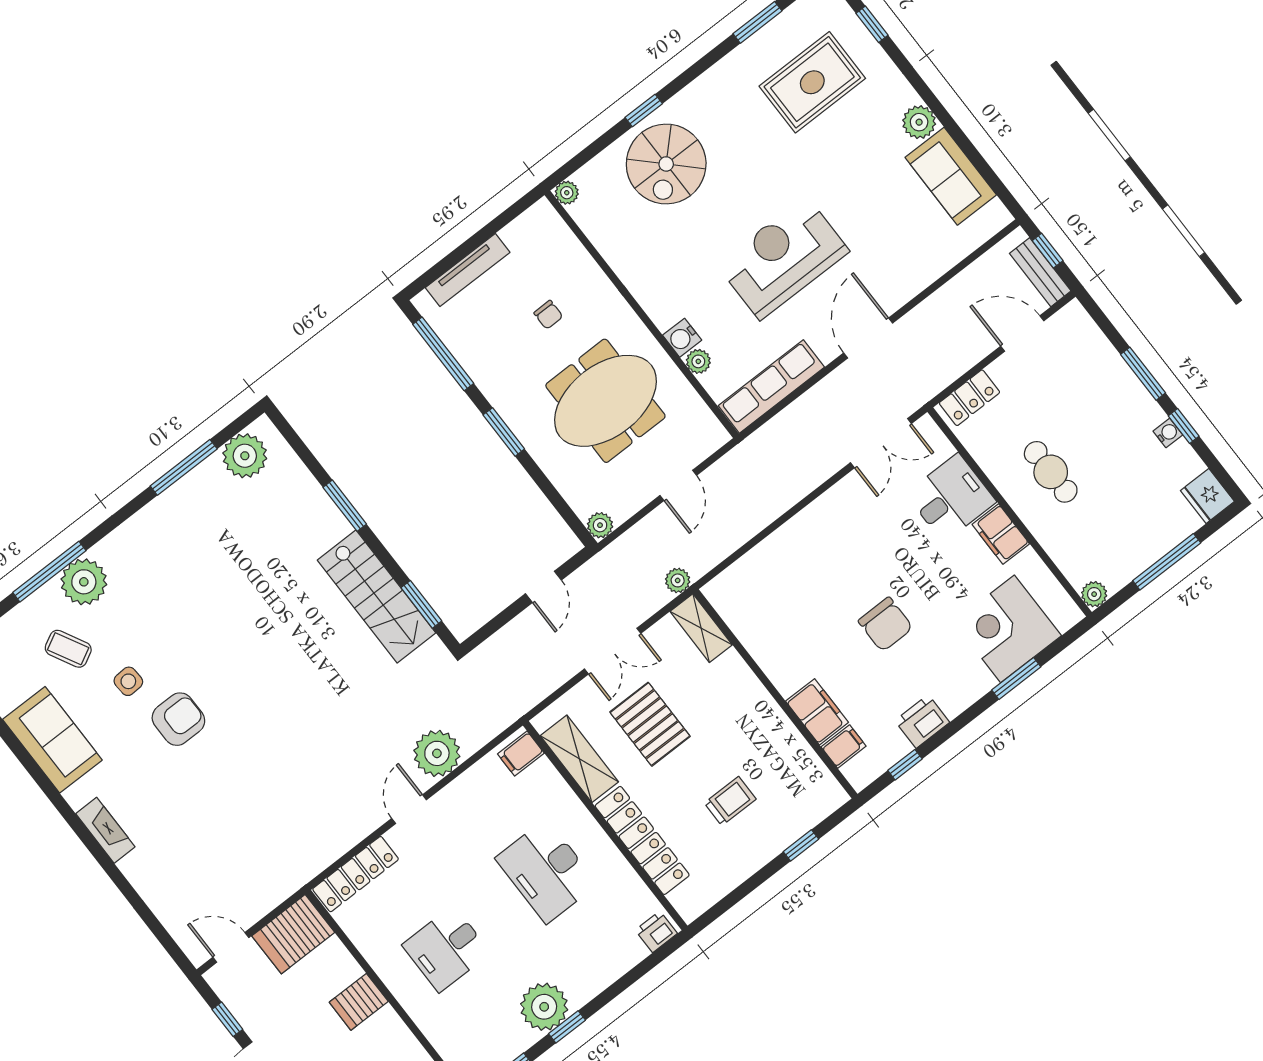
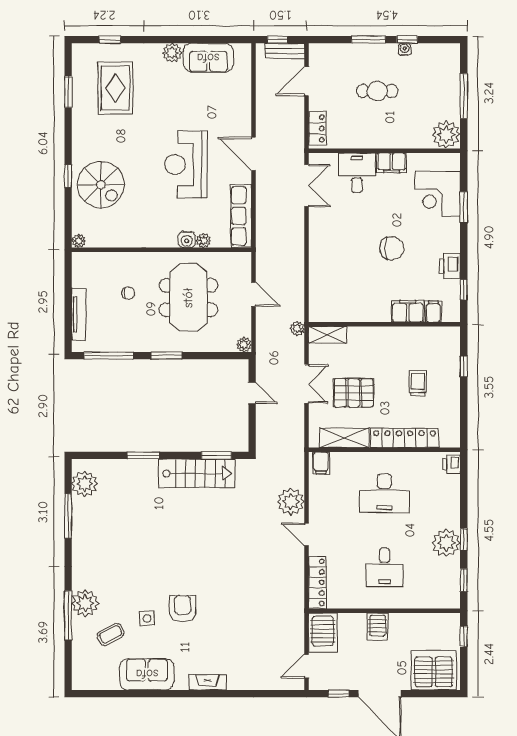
cafe table: (1051, 472) -> (377, 91), moved
fridge: (1207, 496) -> (448, 54), removed
plant: (1094, 594) -> (446, 135), width x1.88, depth x1.88

